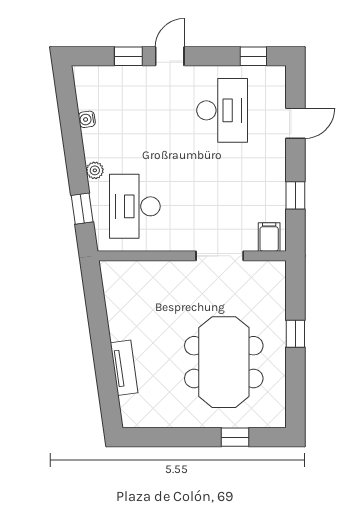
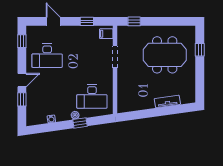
door: (170, 56) -> (22, 80), swing flipped
desk: (222, 110) -> (47, 56), turned 180
window: (82, 209) -> (80, 123), moved
window: (295, 334) -> (134, 21), moved

